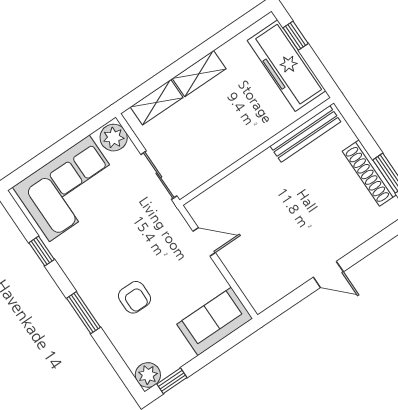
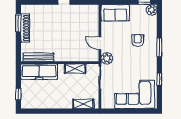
freezer: (287, 66) -> (39, 72), moved, turned 90
shelving: (199, 74) -> (75, 69), moved
plant: (114, 138) -> (107, 58), moved

